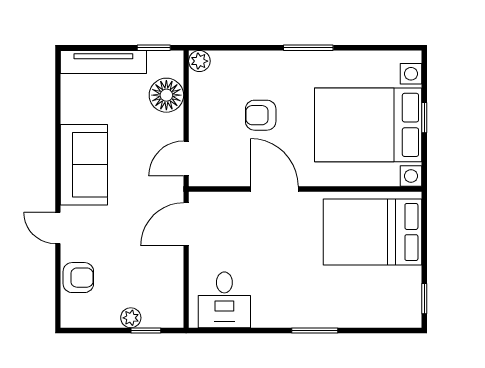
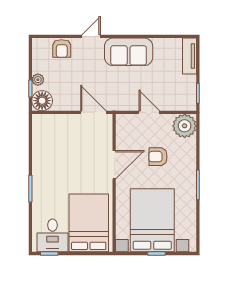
plant: (199, 61) -> (185, 126), width x1.88, depth x1.88
tv unit: (103, 62) -> (189, 56), width x0.71
floor lamp: (166, 95) -> (42, 101), moved
armchair: (261, 115) -> (158, 157), turned -90
door: (186, 159) -> (149, 112), moved
desk: (224, 300) -> (52, 235), moved, turned -90

